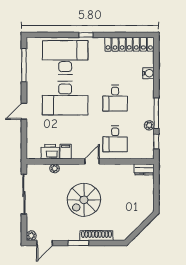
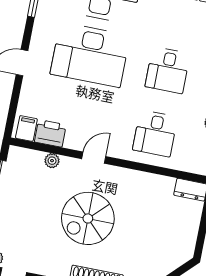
filing cabinet: (66, 152) -> (26, 128), moved
door: (92, 161) -> (94, 158), moved

